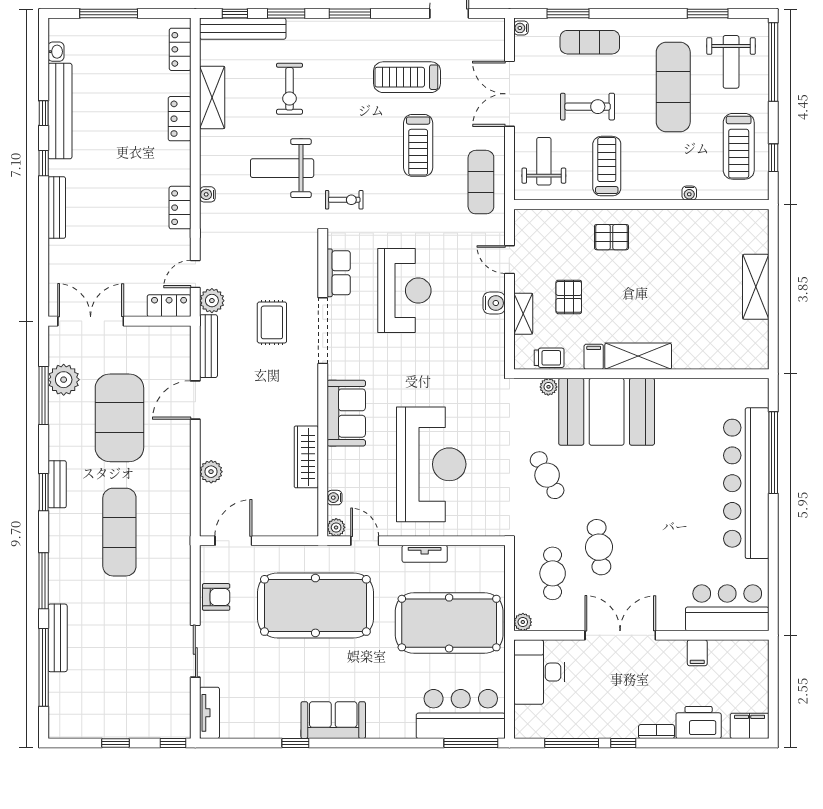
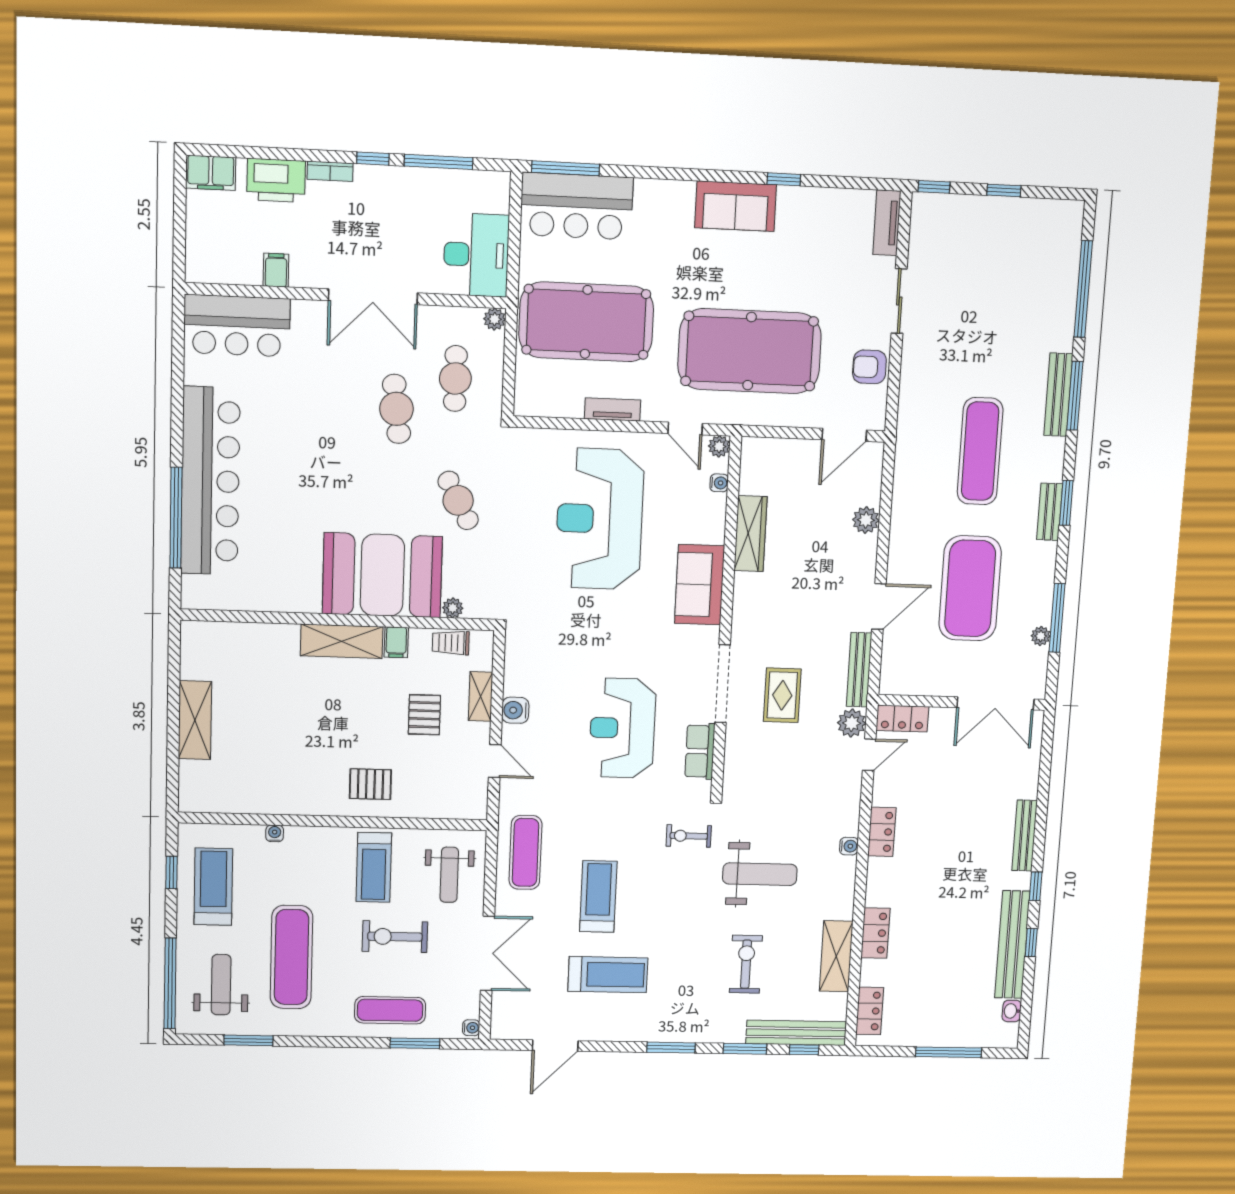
plant: (64, 380) -> (1041, 636), width x0.53, depth x0.53
bench: (58, 638) -> (1058, 395), moved

